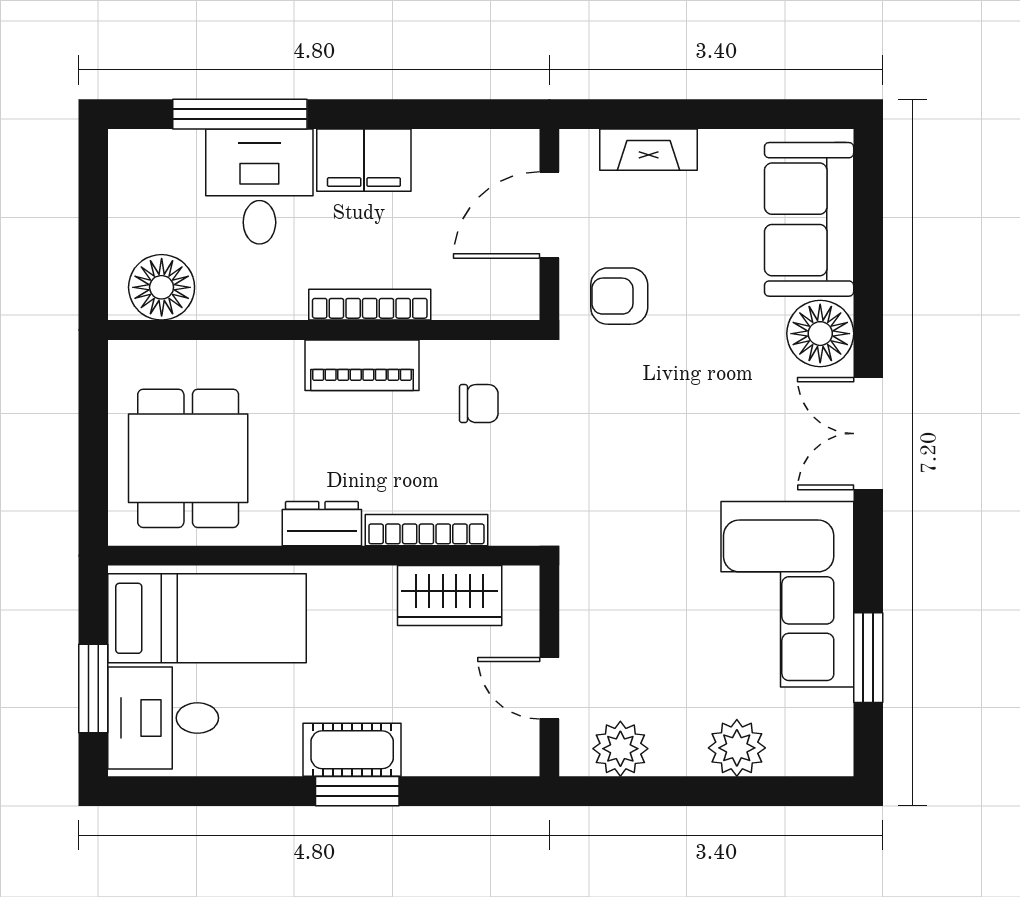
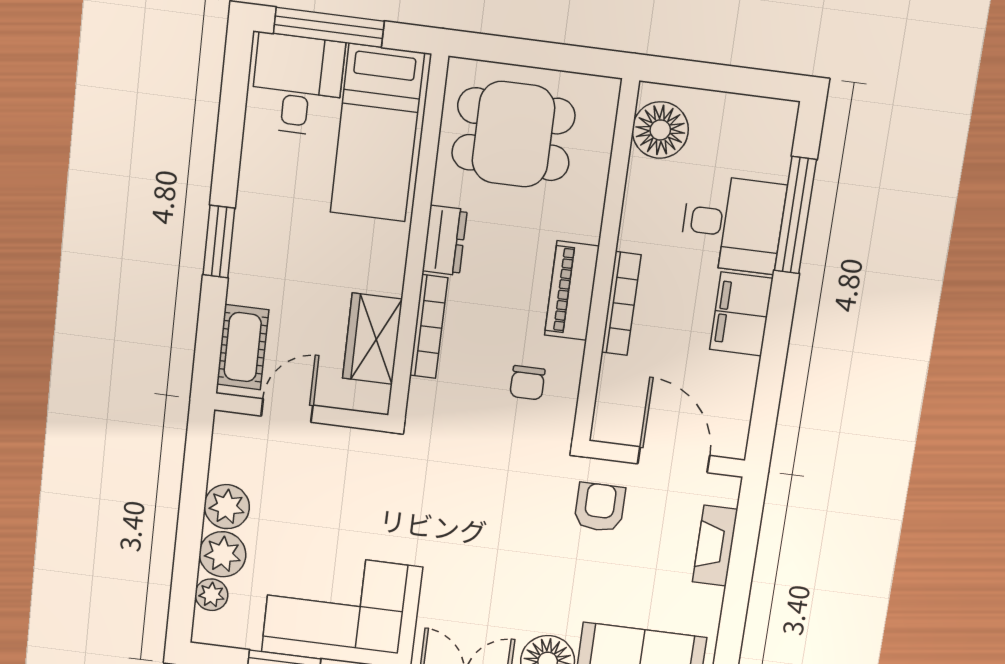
window: (93, 688) -> (329, 27), width x1.44
plant: (620, 749) -> (227, 507), moved
cot: (352, 750) -> (243, 347), moved
plant: (789, 756) -> (211, 595), added

